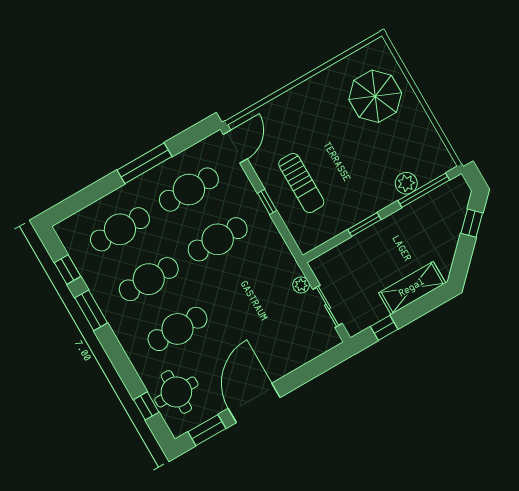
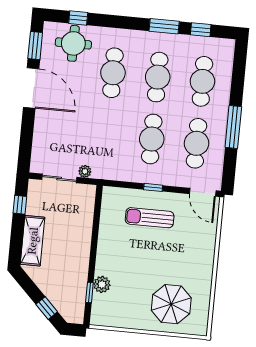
window: (424, 190) -> (89, 292), width x0.46
window: (364, 224) -> (95, 239), removed

